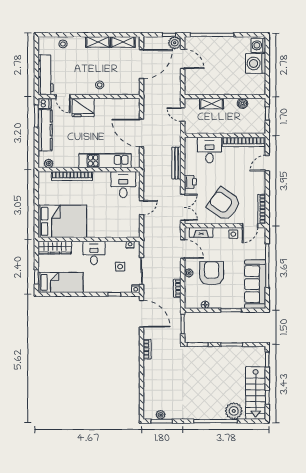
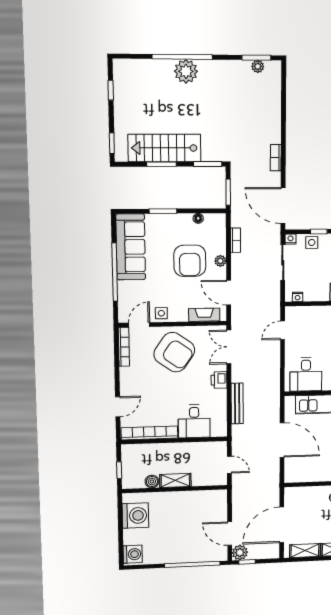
washing machine: (256, 63) -> (135, 516), moved
shelving: (212, 104) -> (175, 480), moved
door: (142, 208) -> (283, 330), moved
side table: (120, 267) -> (312, 242), moved
stairs: (256, 393) -> (165, 148), moved, turned -90
plant: (234, 411) -> (186, 71), moved

